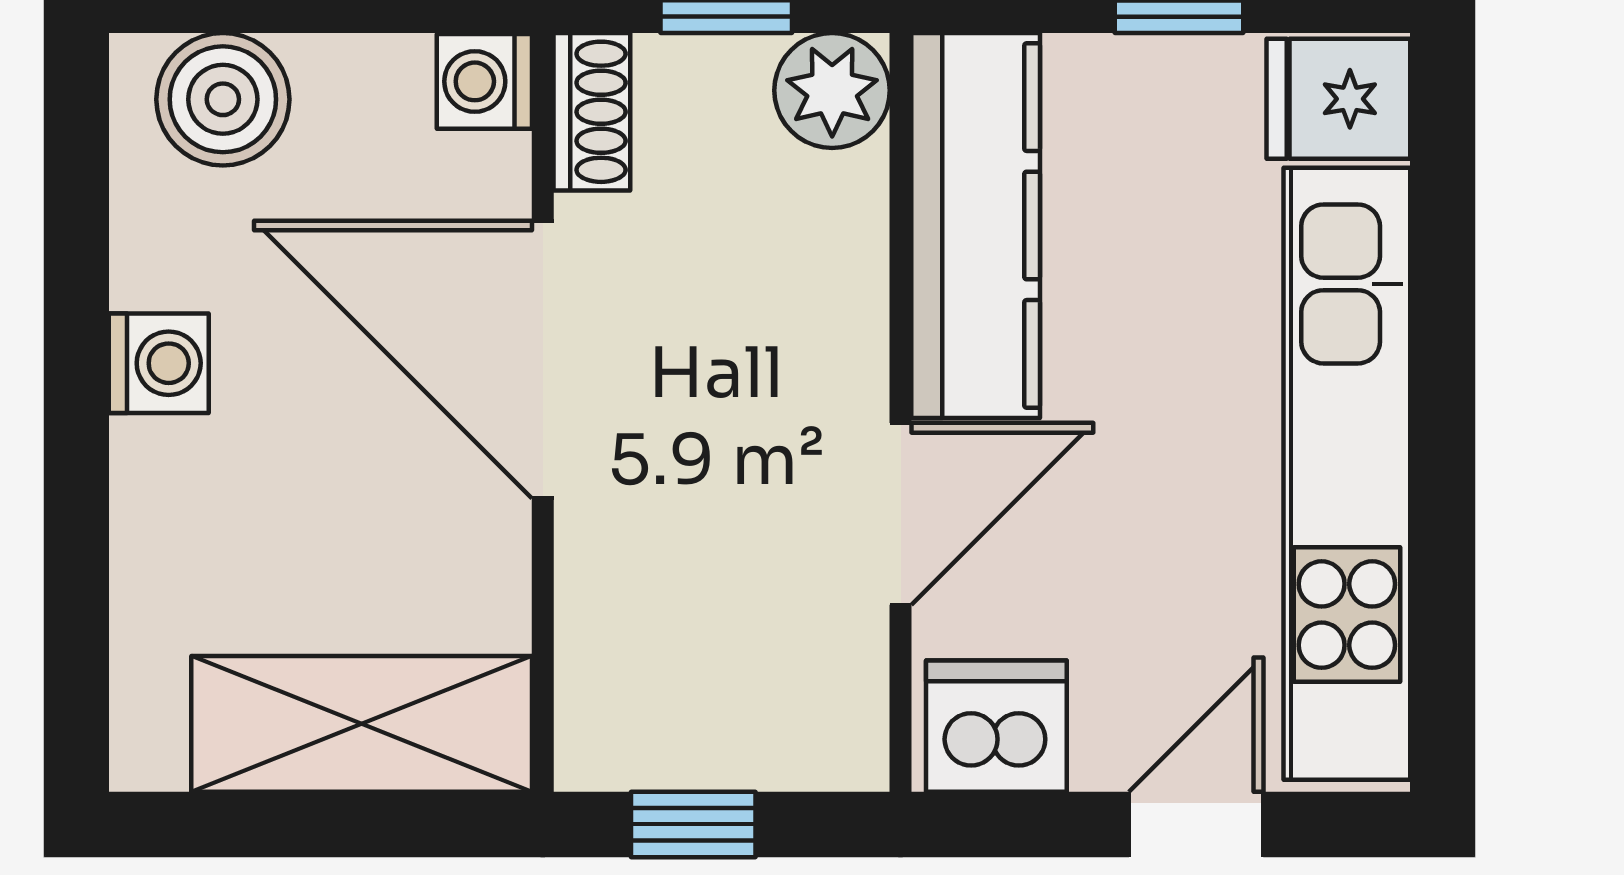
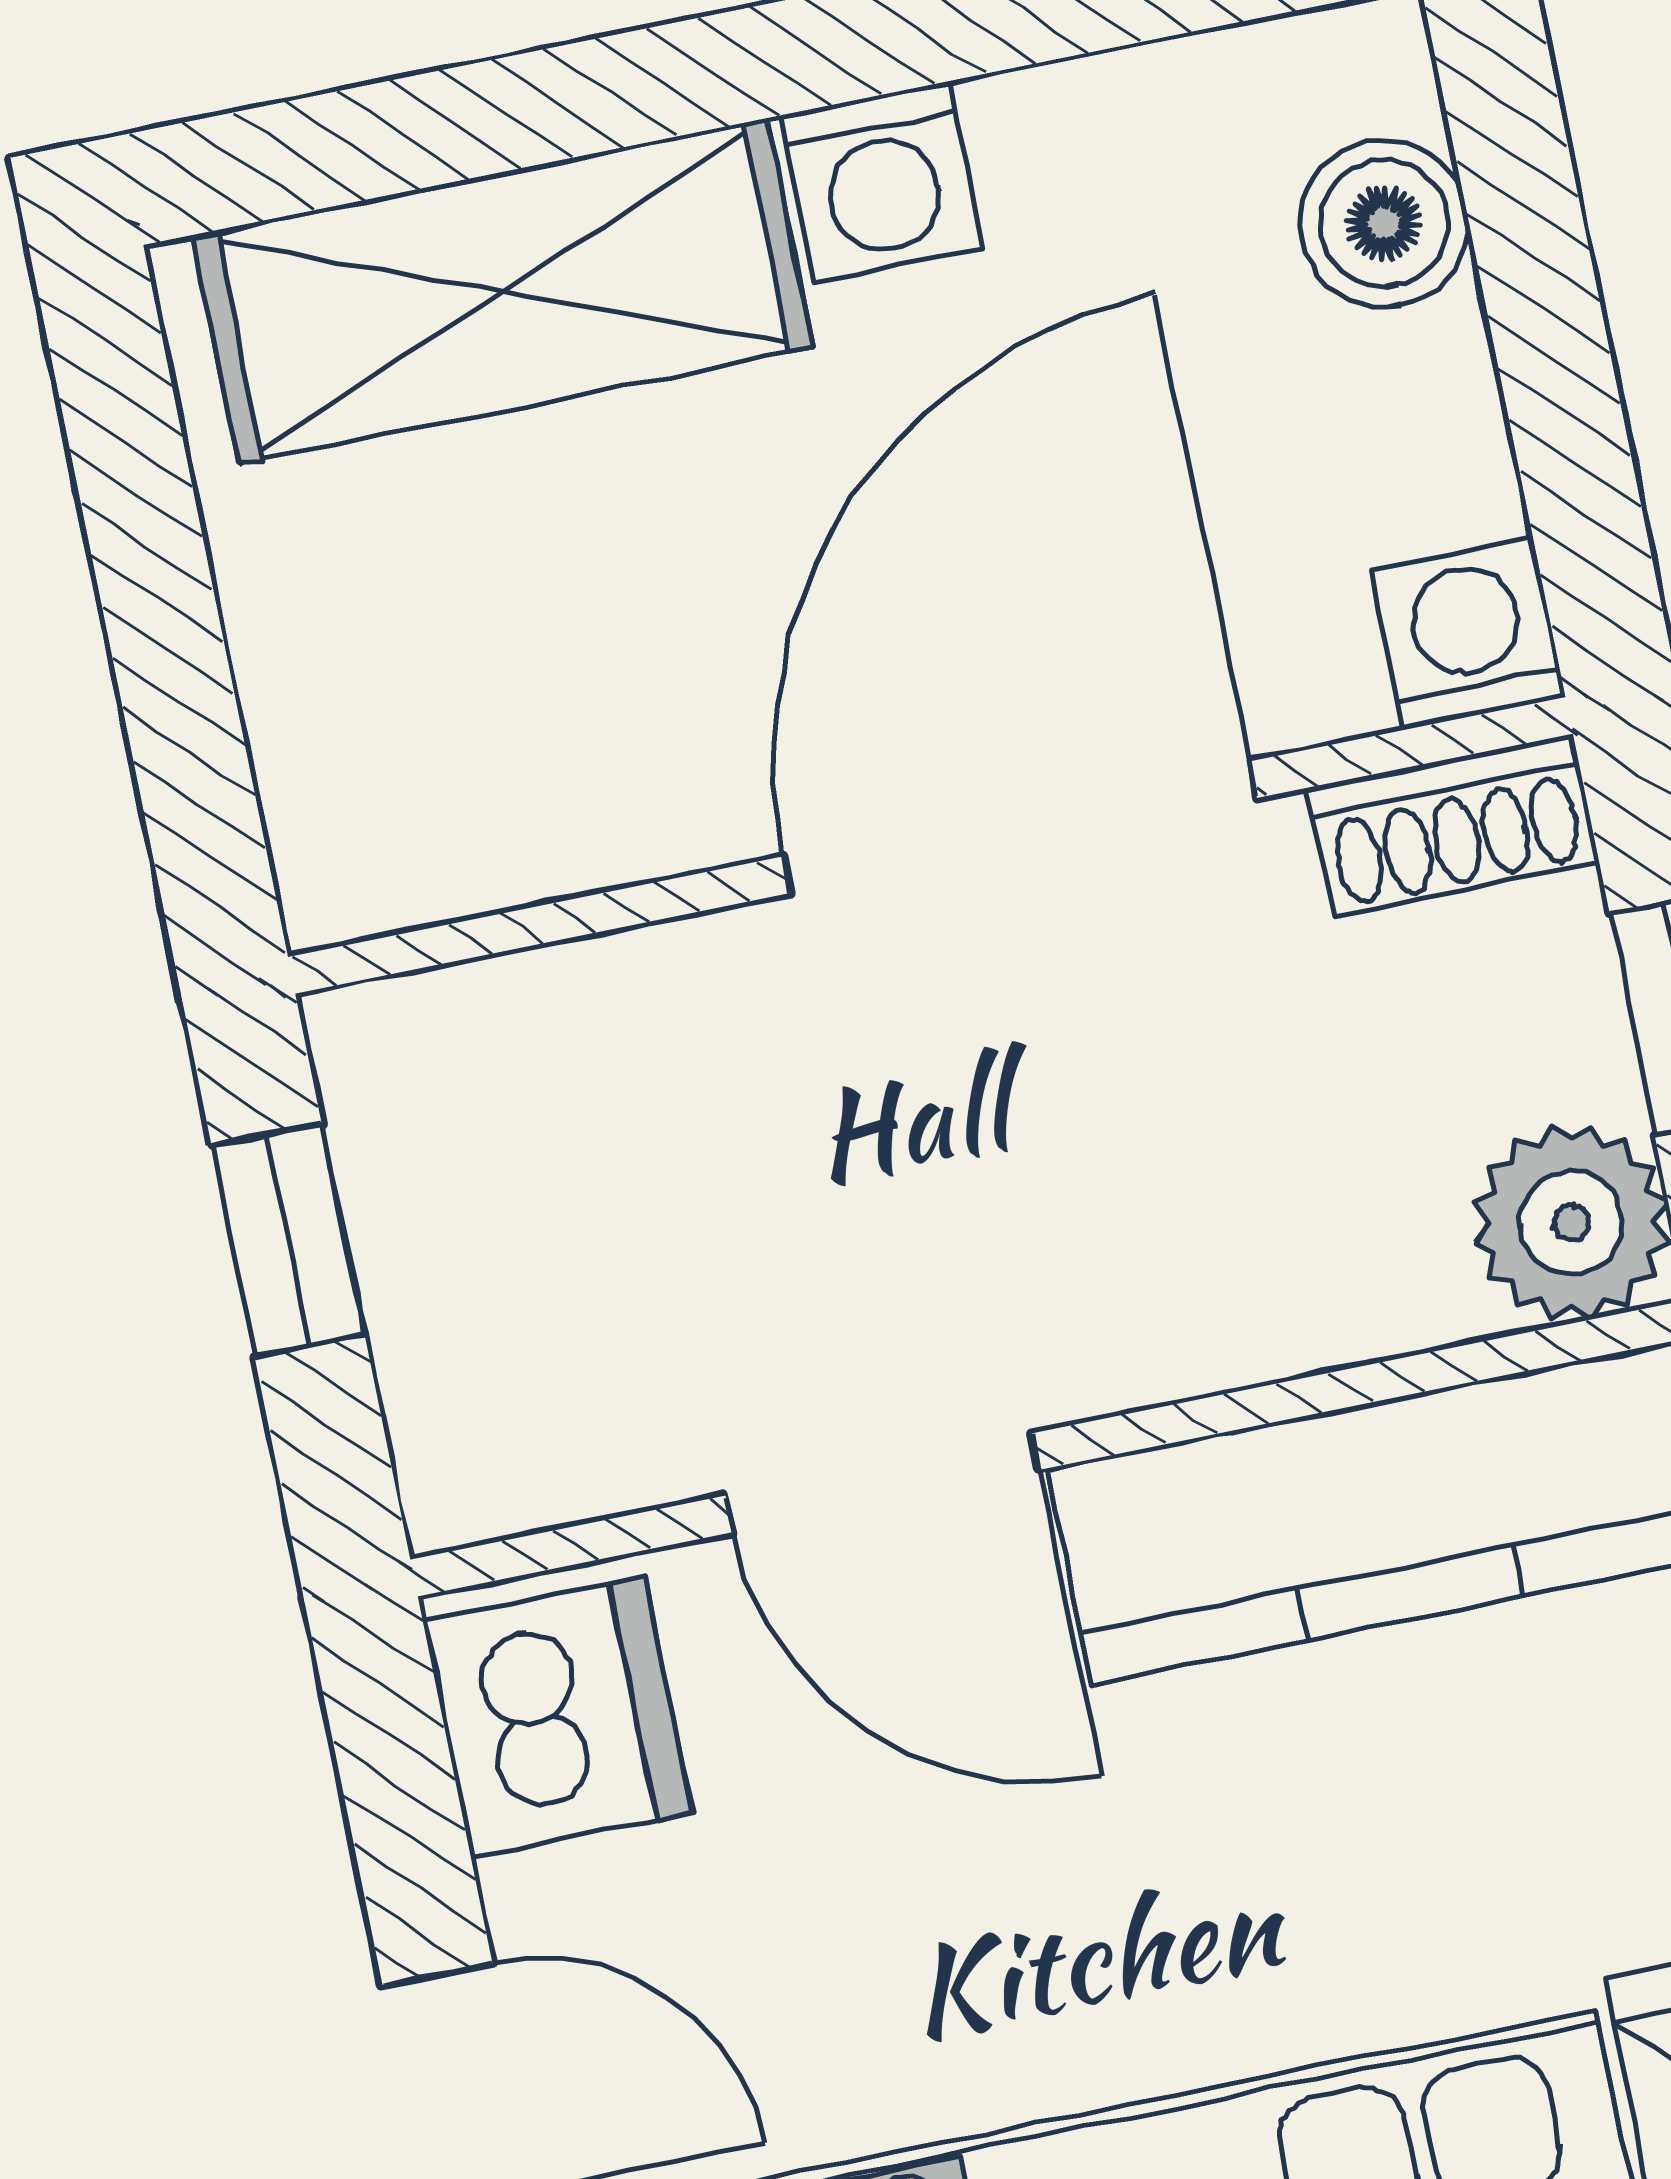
boiler: (223, 99) -> (1384, 223), width x0.73, depth x0.73
shelving: (362, 724) -> (503, 291), moved, turned 90

